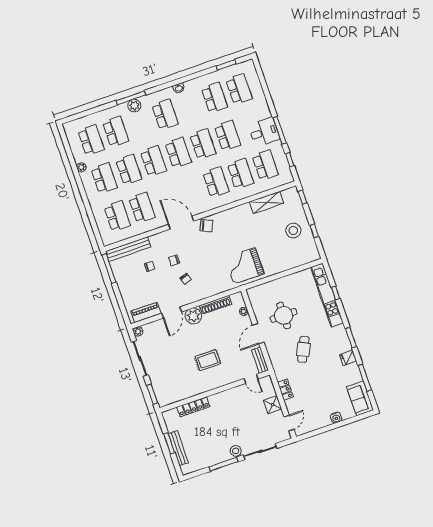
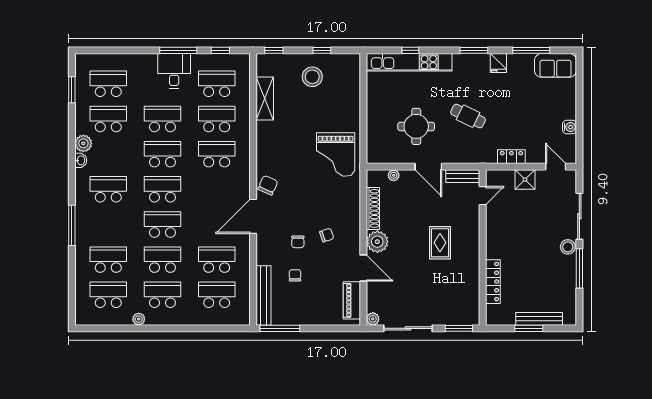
plant: (134, 106) -> (83, 143), moved
water cooler: (336, 418) -> (569, 127), moved

